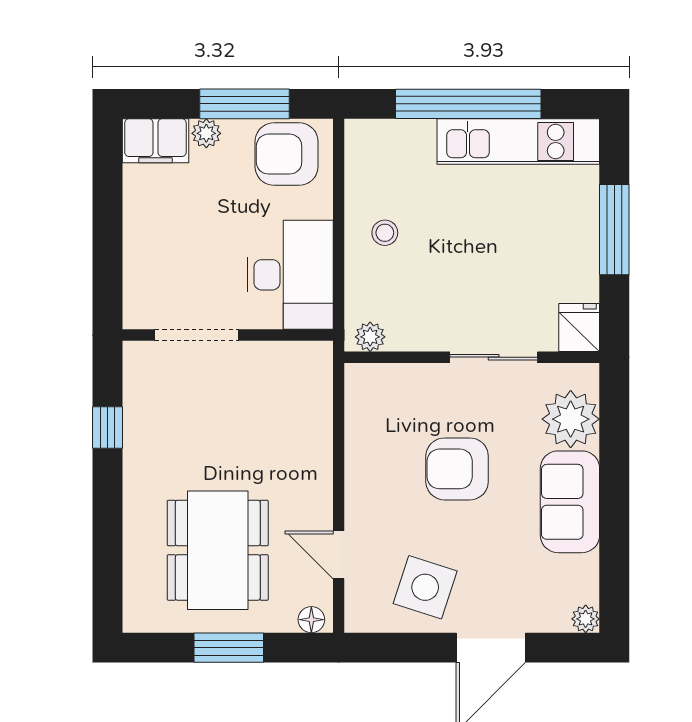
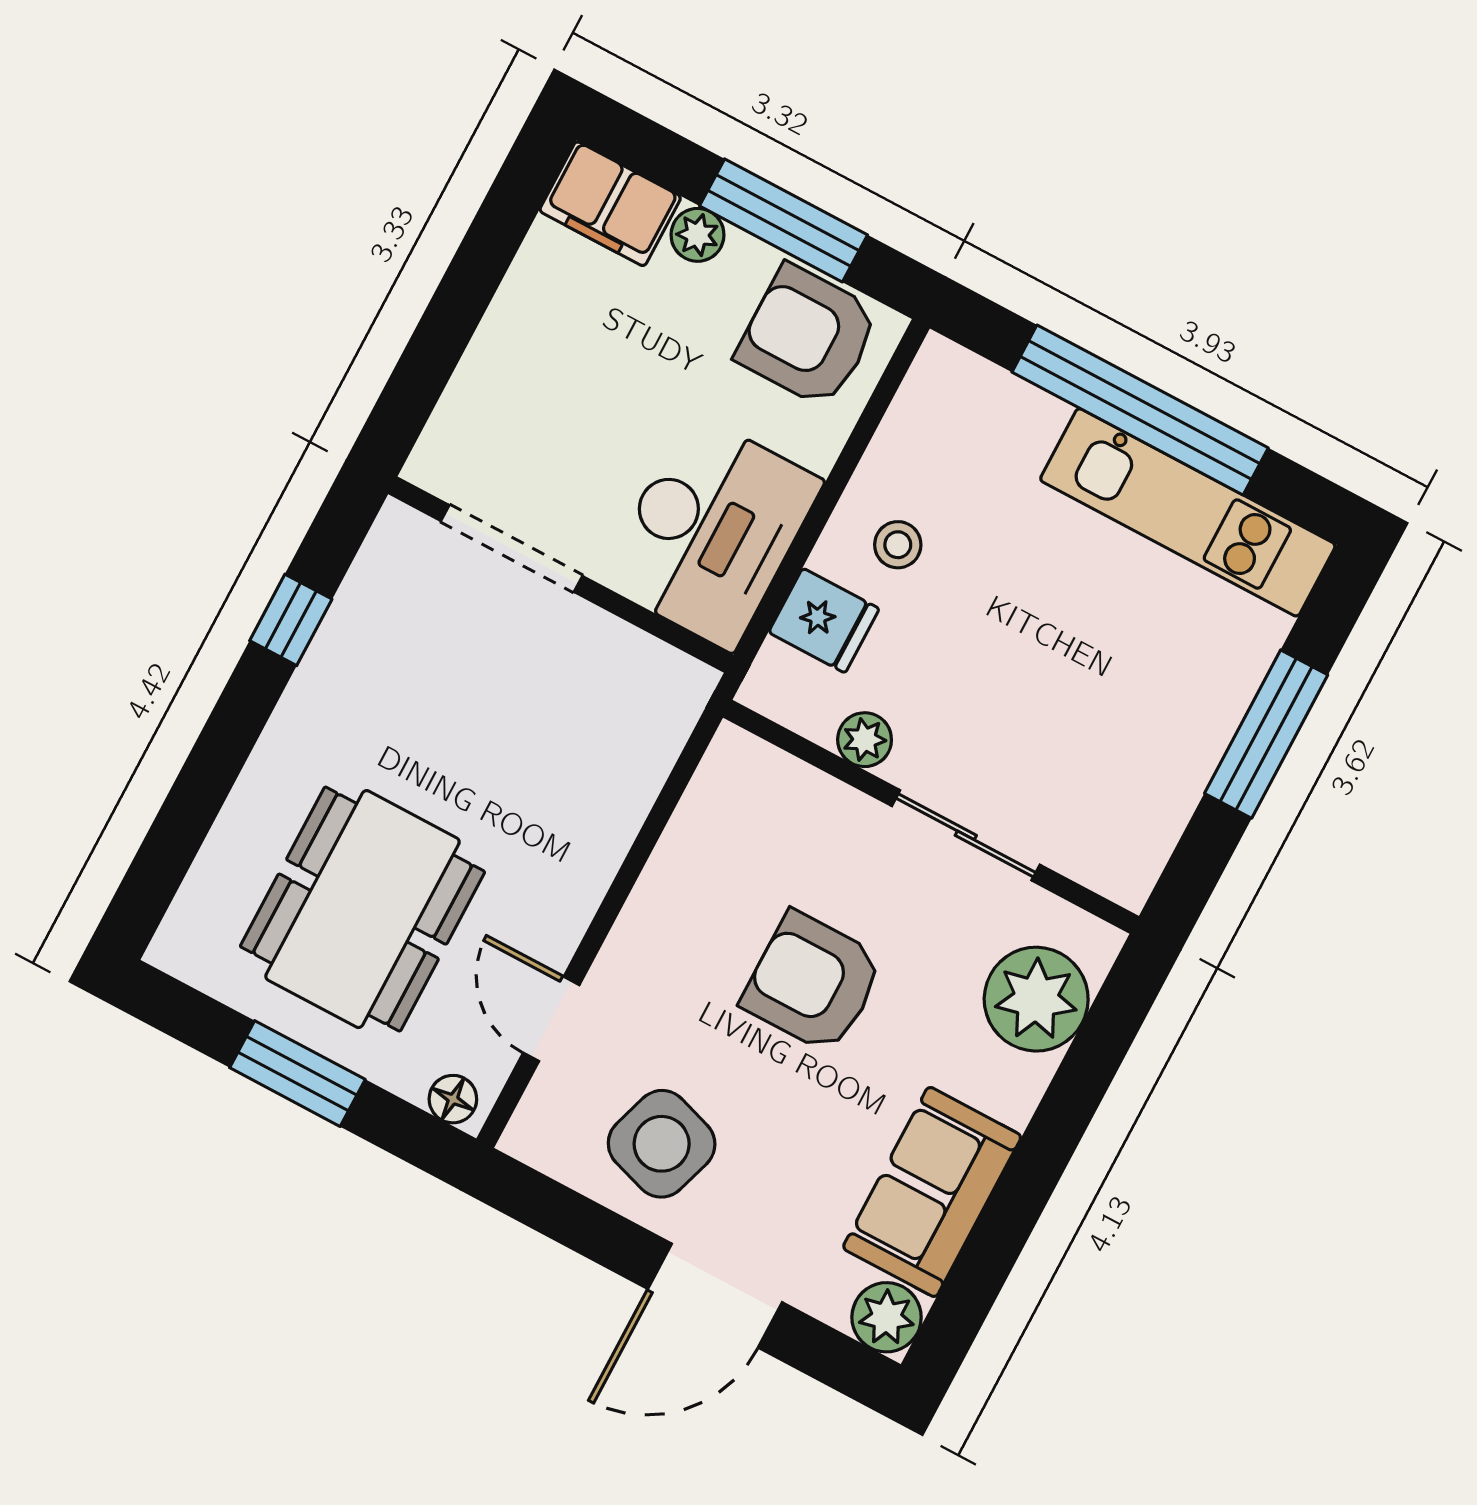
fridge: (579, 328) -> (824, 621), moved, turned 90
plant: (370, 337) -> (865, 740), moved
sofa: (570, 502) -> (932, 1192), moved
plant: (586, 619) -> (887, 1317), width x1.38, depth x1.38

